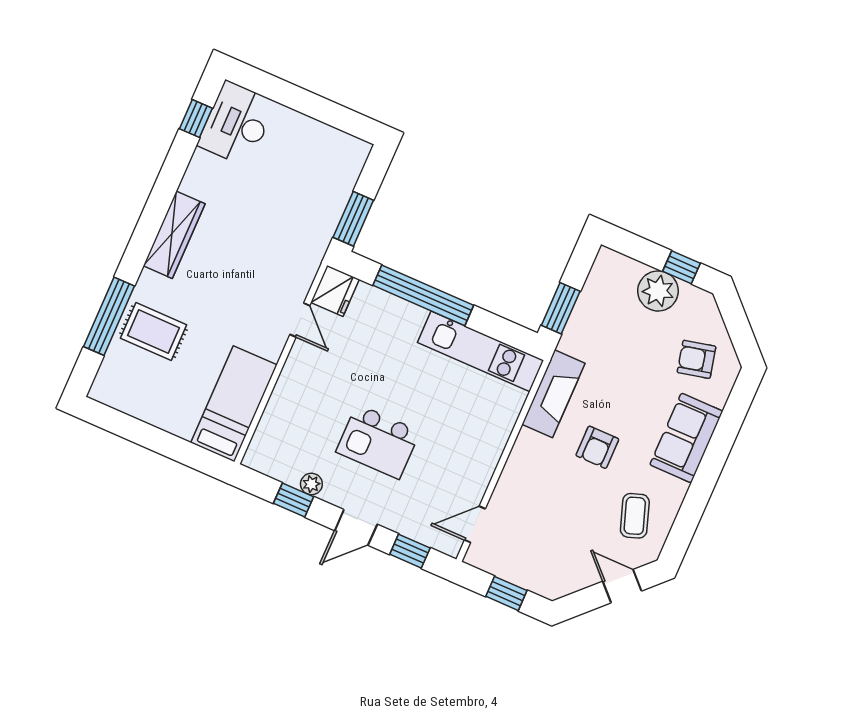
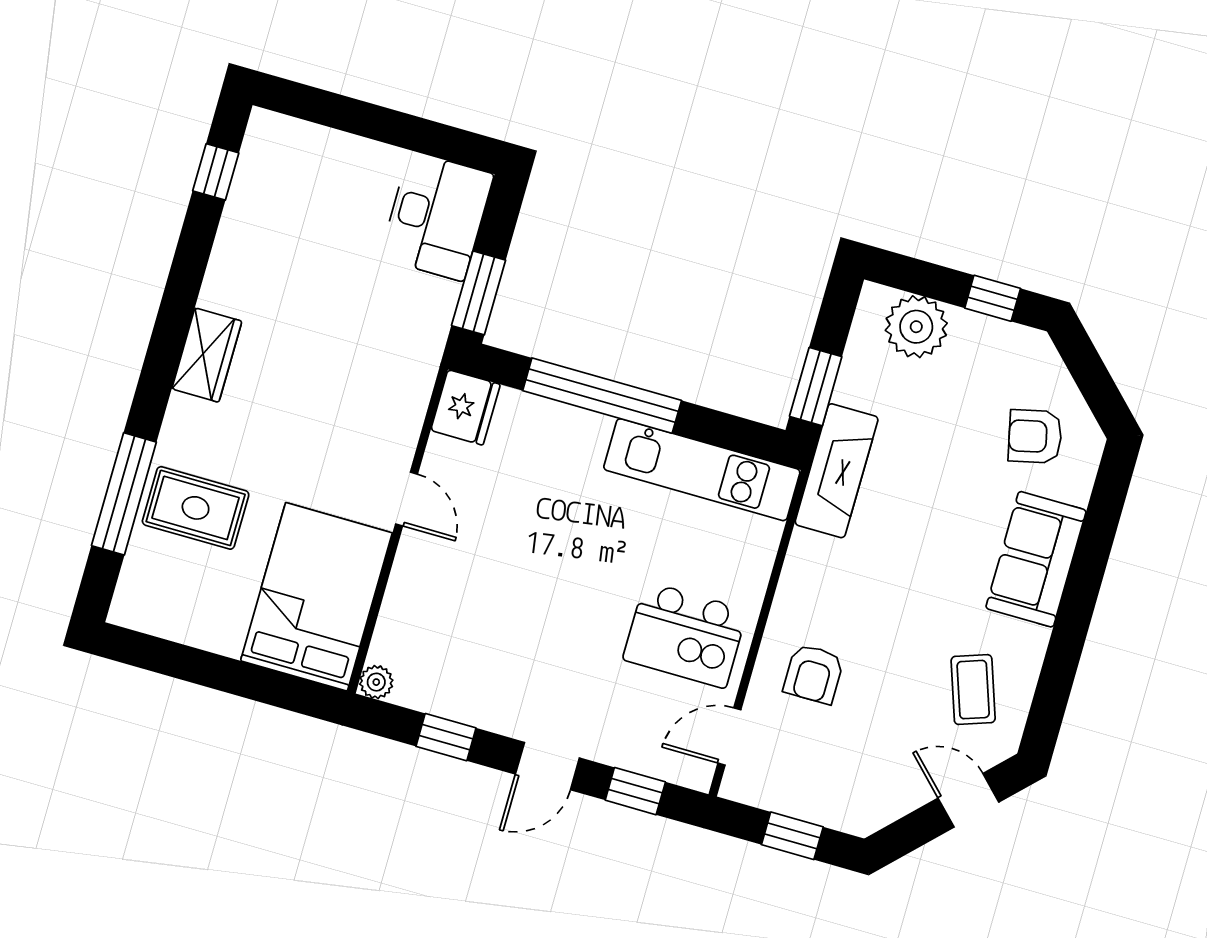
desk: (237, 124) -> (437, 216), moved, turned 180
wardrobe: (174, 235) -> (207, 355), width x0.67
plant: (658, 291) -> (916, 327), moved
door: (300, 320) -> (407, 499), moved
fireplace: (553, 394) -> (837, 471), moved
bed: (234, 404) -> (316, 597), width x1.50
kitchen island: (378, 442) -> (685, 635), moved
armchair: (597, 447) -> (814, 674), moved
plant: (311, 484) -> (376, 682), moved

